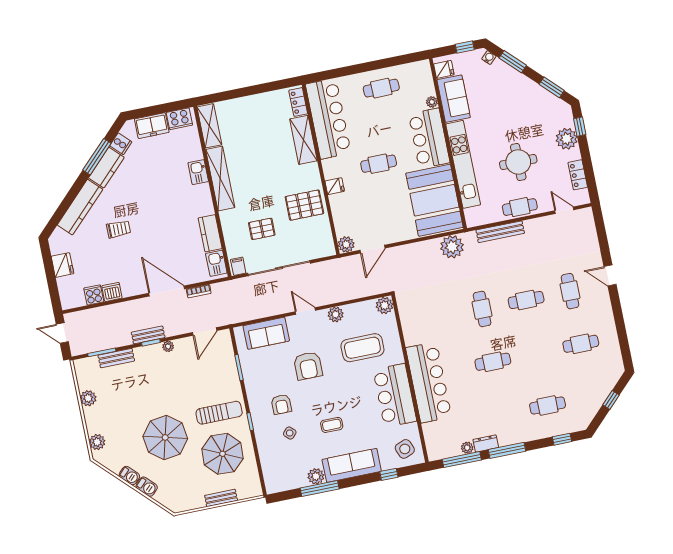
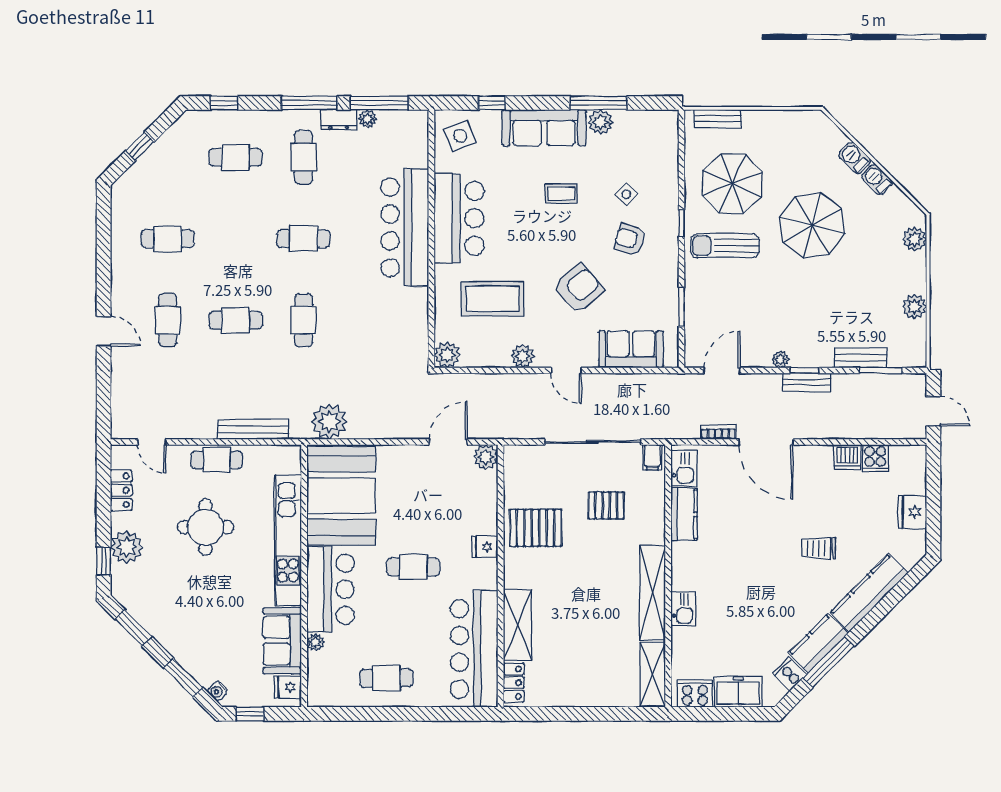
armchair: (308, 366) -> (579, 289), turned 49
armchair: (281, 404) -> (630, 239), turned -72
cafe table: (504, 414) -> (303, 157), added
bench: (221, 498) -> (718, 119), moved

